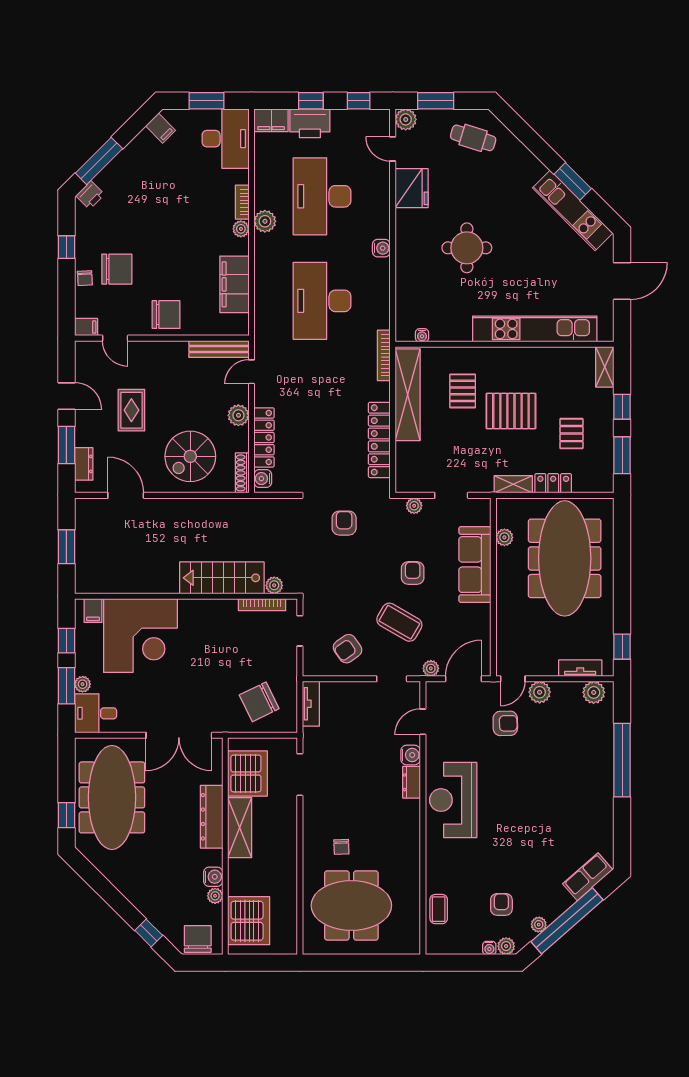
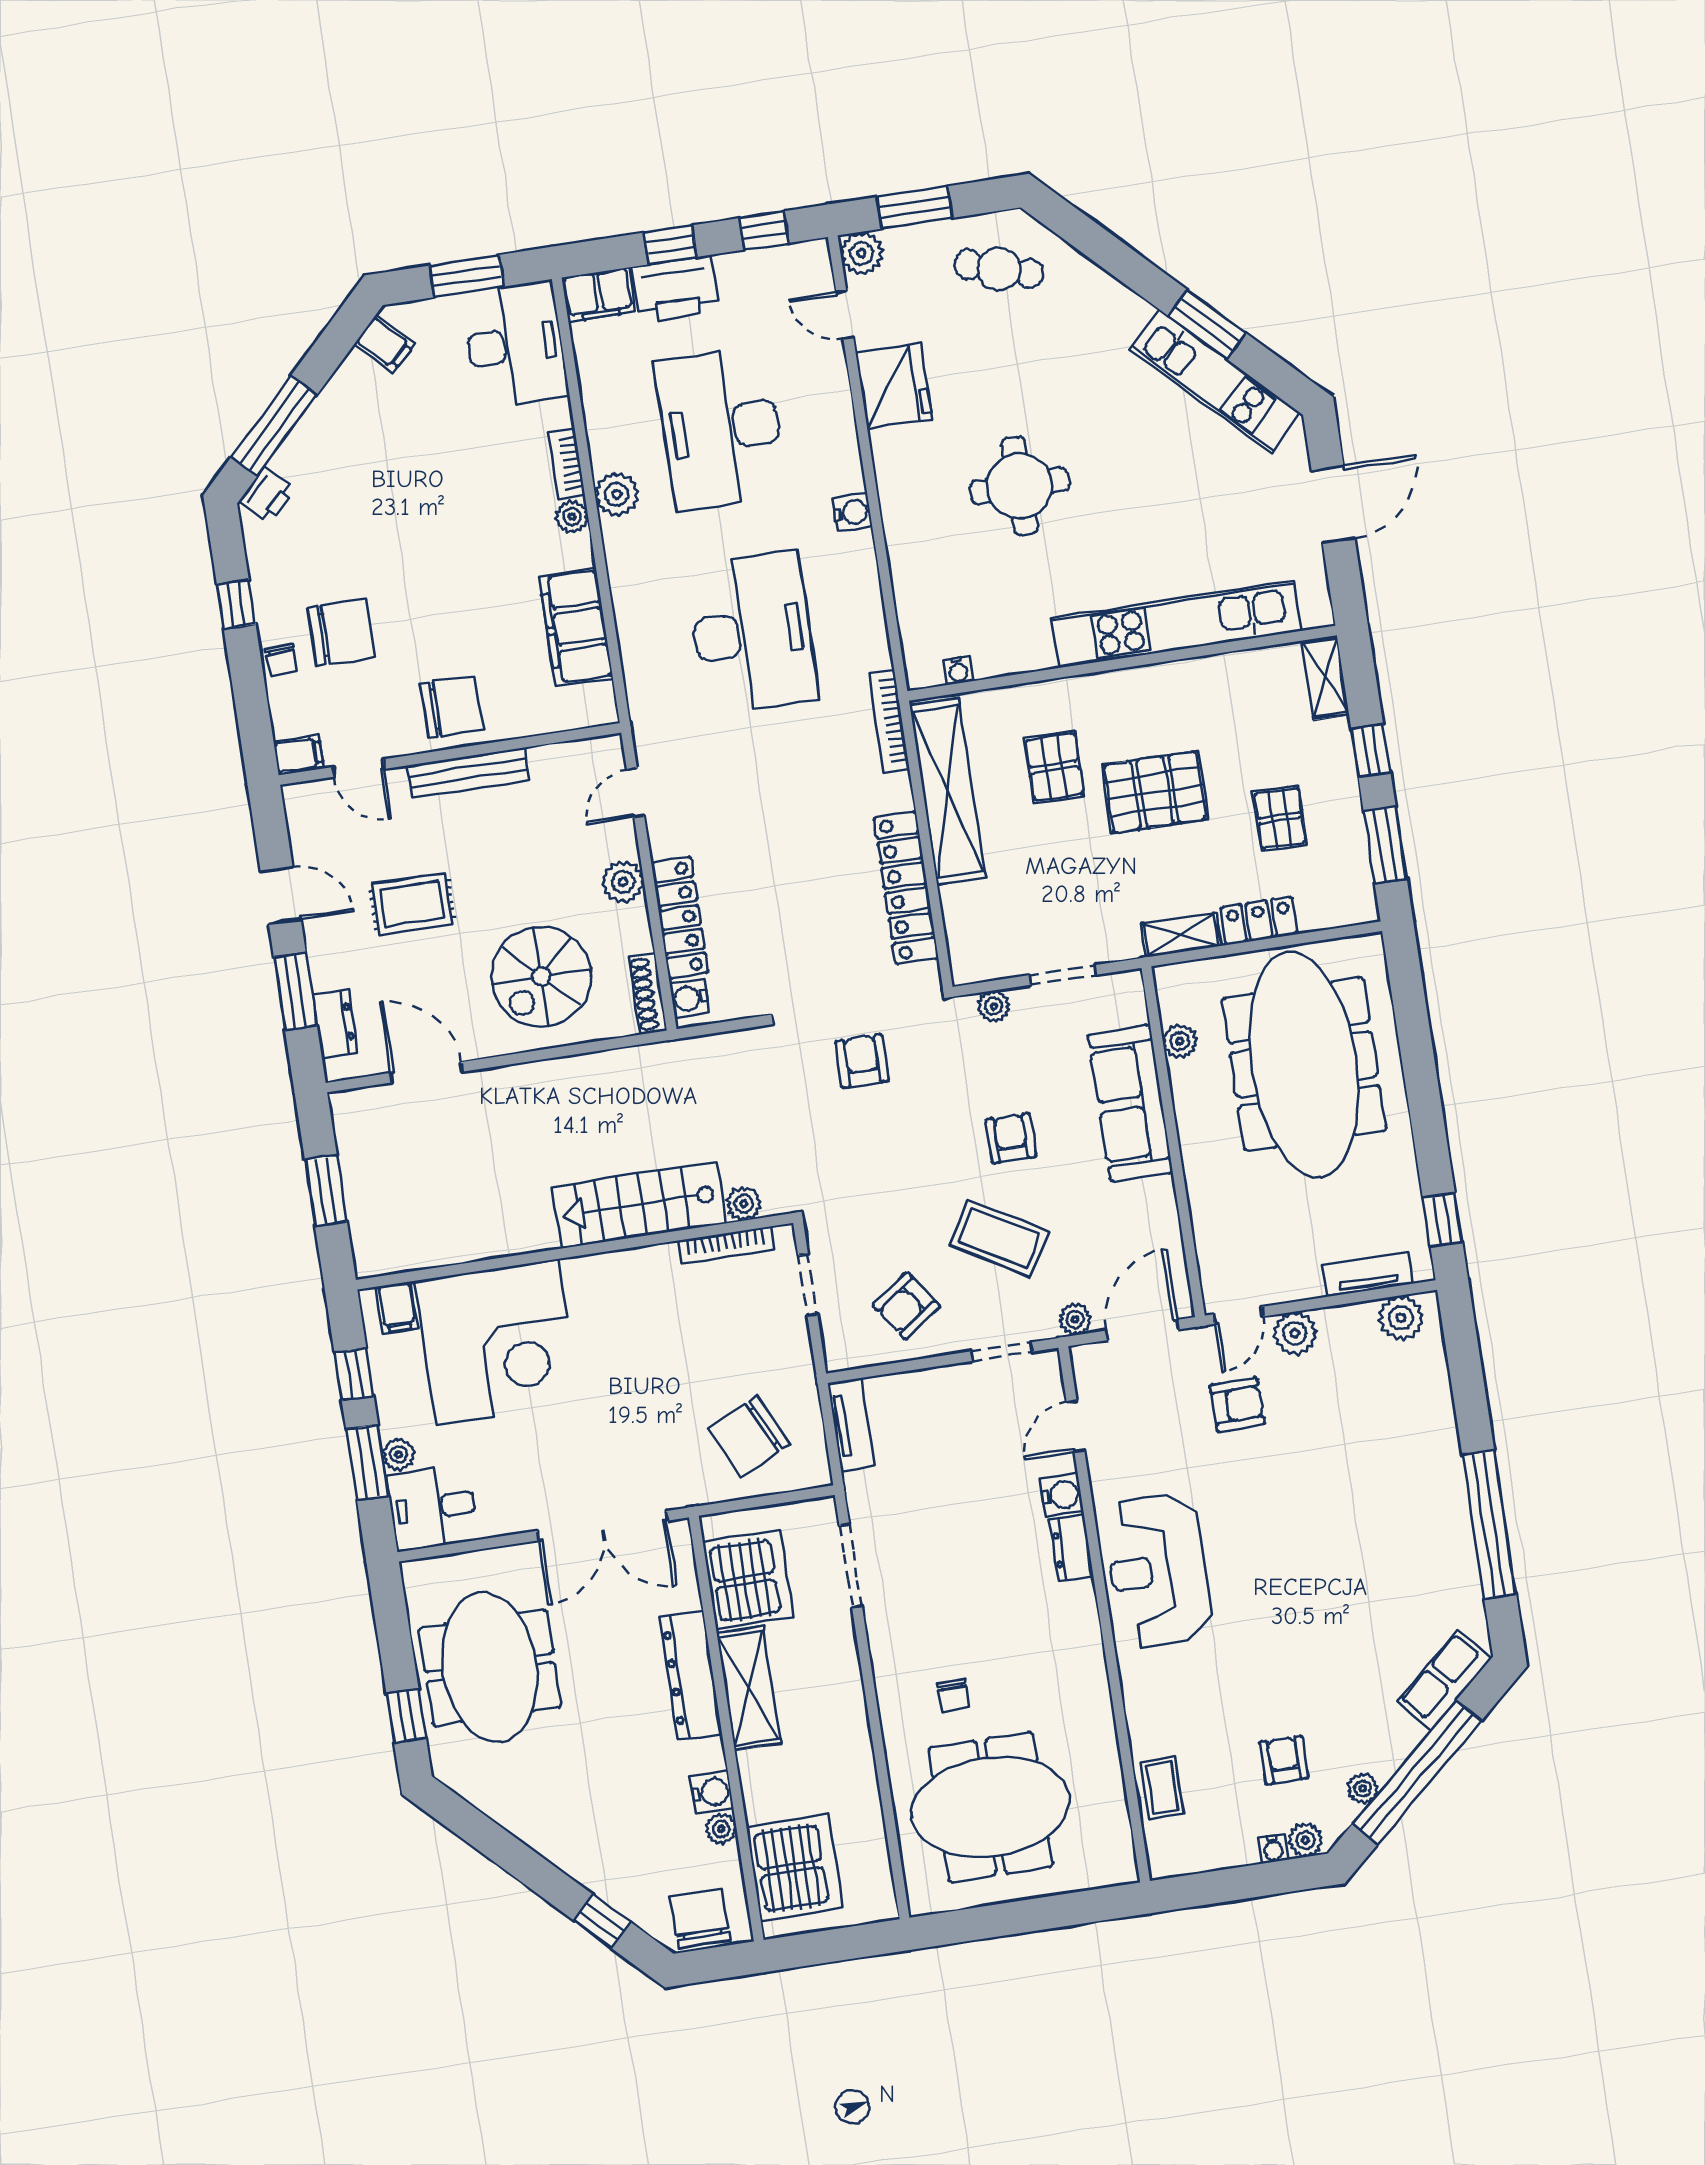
desk: (322, 301) -> (752, 633), turned 180
bench: (219, 349) -> (469, 773), moved
rug: (131, 410) -> (412, 904), turned 90
window: (622, 760) -> (1489, 1525), moved
meeting table: (112, 797) -> (490, 1667), width x0.73

